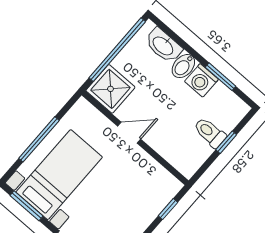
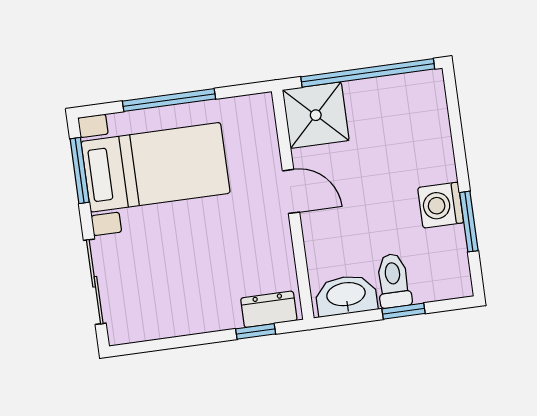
washbasin: (163, 45) -> (346, 295), moved, turned 90
bidet: (183, 66) -> (434, 167), removed
dresser: (165, 194) -> (269, 309), added

